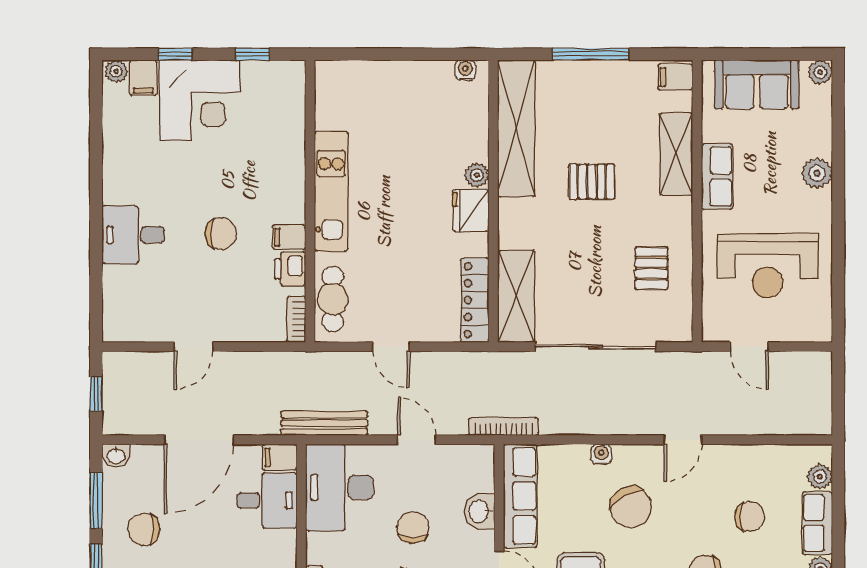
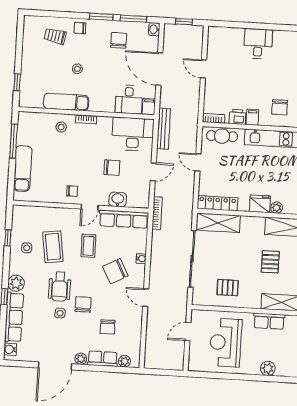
chair: (221, 234) -> (280, 107), moved
door: (391, 347) -> (198, 162), hinge flipped

